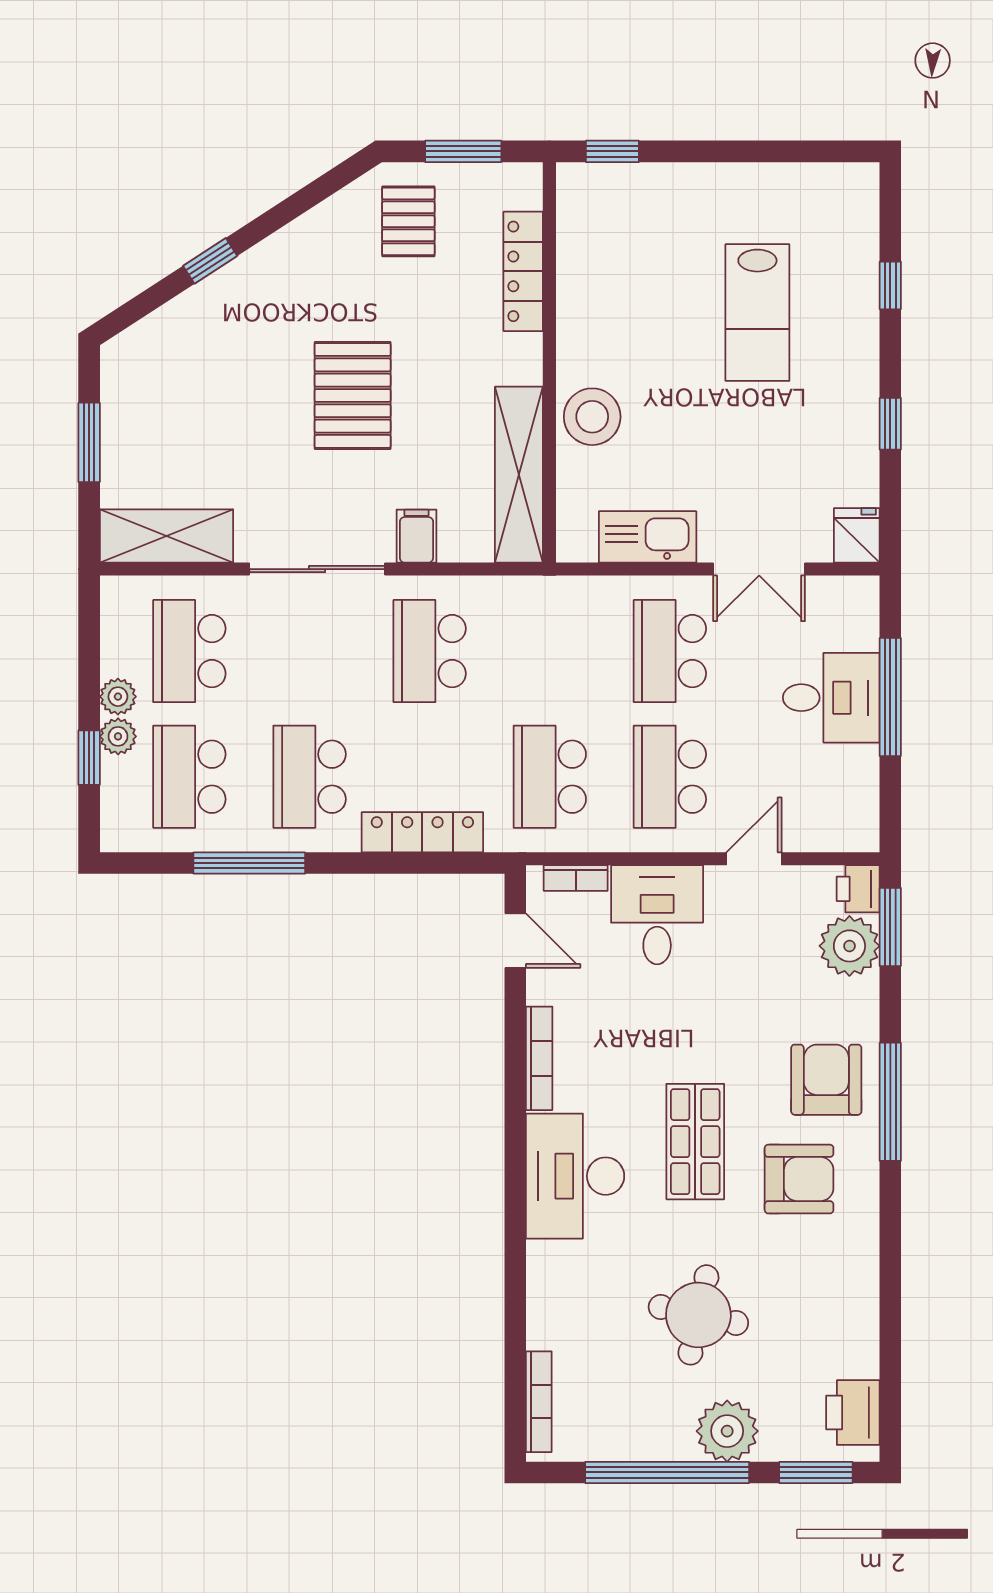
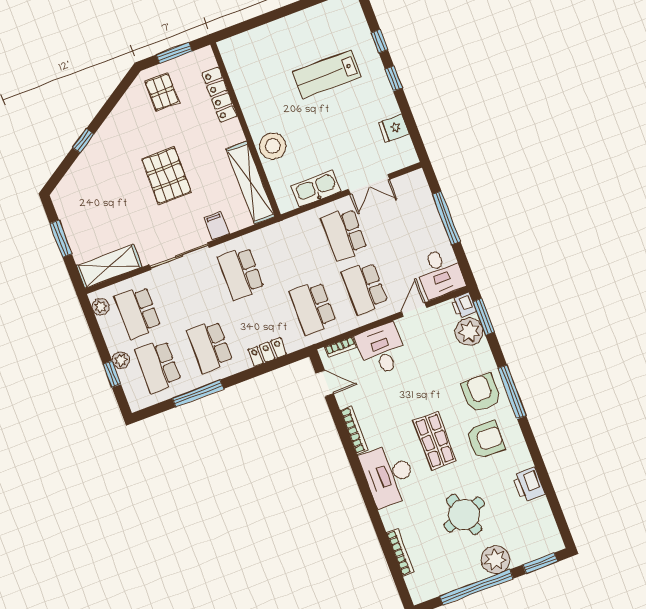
window: (612, 151) -> (238, 29), removed
lab bench: (757, 313) -> (327, 74), turned 90
window: (890, 424) -> (394, 78), moved
fridge: (857, 535) -> (394, 128), moved, turned -90
plant: (118, 697) -> (101, 307), moved
desk: (831, 698) -> (440, 273), moved, turned 90
locker: (422, 832) -> (267, 352), width x0.66
round table: (698, 1315) -> (464, 515), turned -30
bookcase: (539, 1402) -> (400, 552), moved
printer: (853, 1413) -> (529, 485), moved

